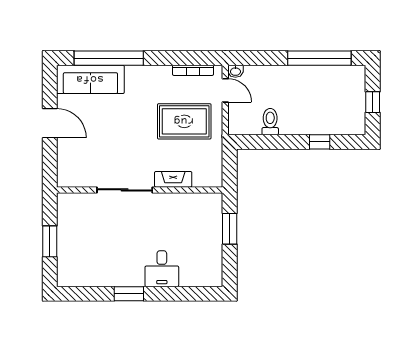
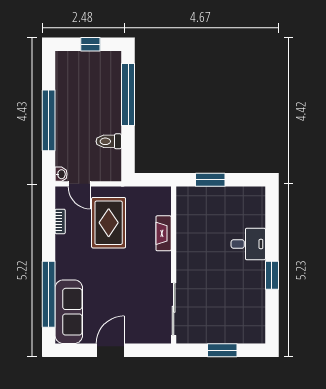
window: (319, 58) -> (49, 120), moved
bookcase: (193, 70) -> (60, 221), width x0.64
door: (225, 90) -> (79, 184), swing flipped
window: (320, 142) -> (128, 94), width x3.17
sliding door: (125, 190) -> (174, 309), moved

